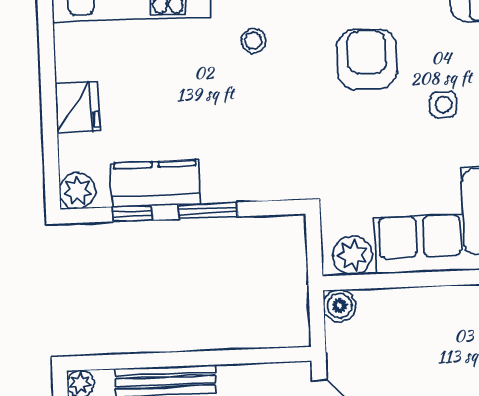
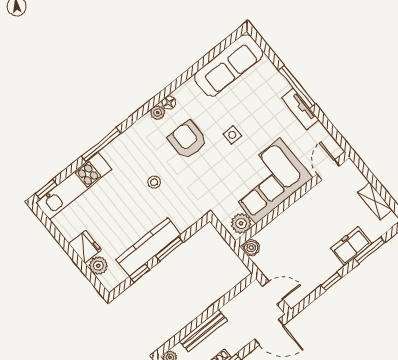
stool: (253, 41) -> (154, 182), moved
kitchen counter: (156, 184) -> (148, 247), width x1.50
plant: (77, 191) -> (98, 266), moved

